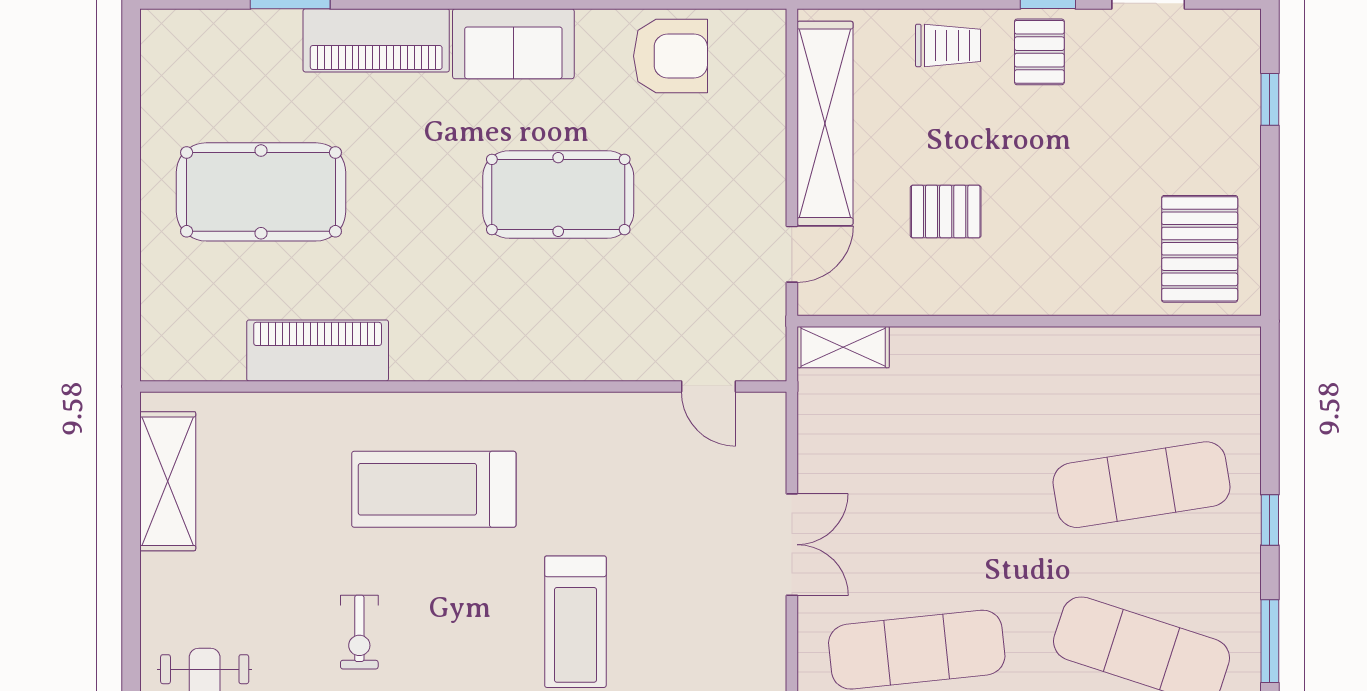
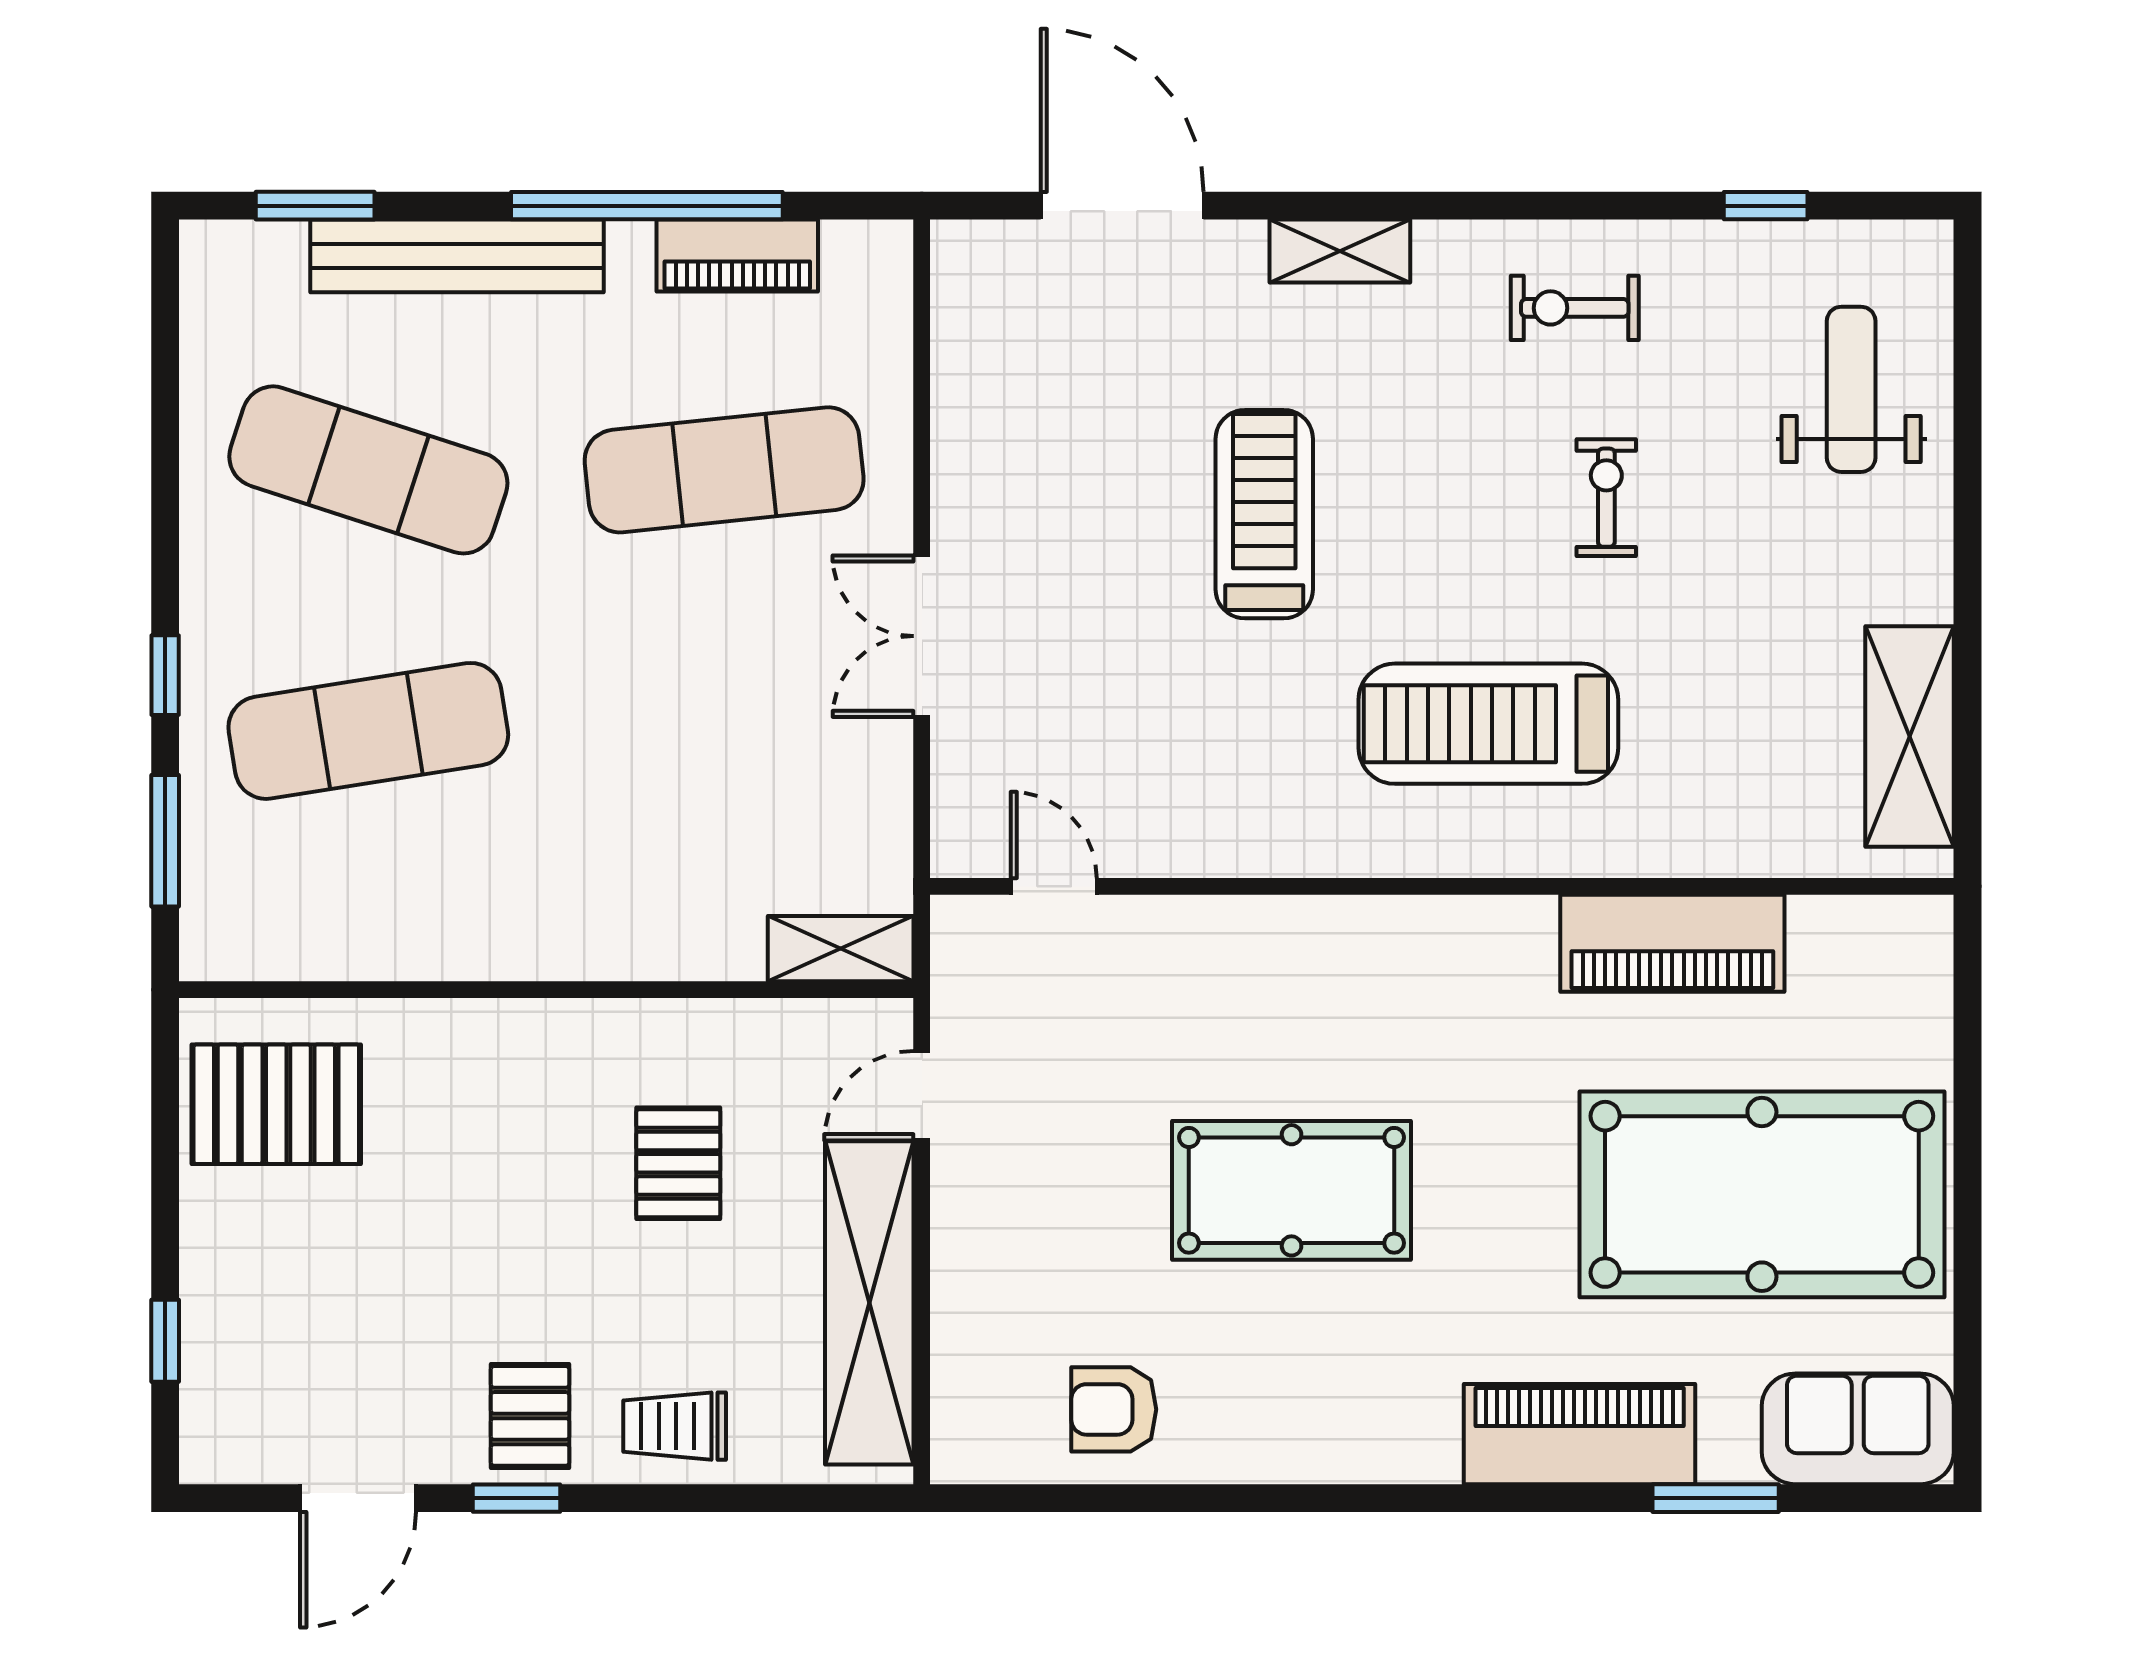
sofa: (513, 44) -> (1858, 1429), moved
armchair: (671, 56) -> (1114, 1409), width x0.72, depth x0.72
pool table: (261, 192) -> (1762, 1194), width x1.36, depth x1.32
pallet: (946, 212) -> (678, 1163), turned 90
pallet: (1200, 249) -> (276, 1104), turned 90
treadmill: (434, 489) -> (1488, 724), turned 180
window: (1270, 641) -> (165, 841), moved

